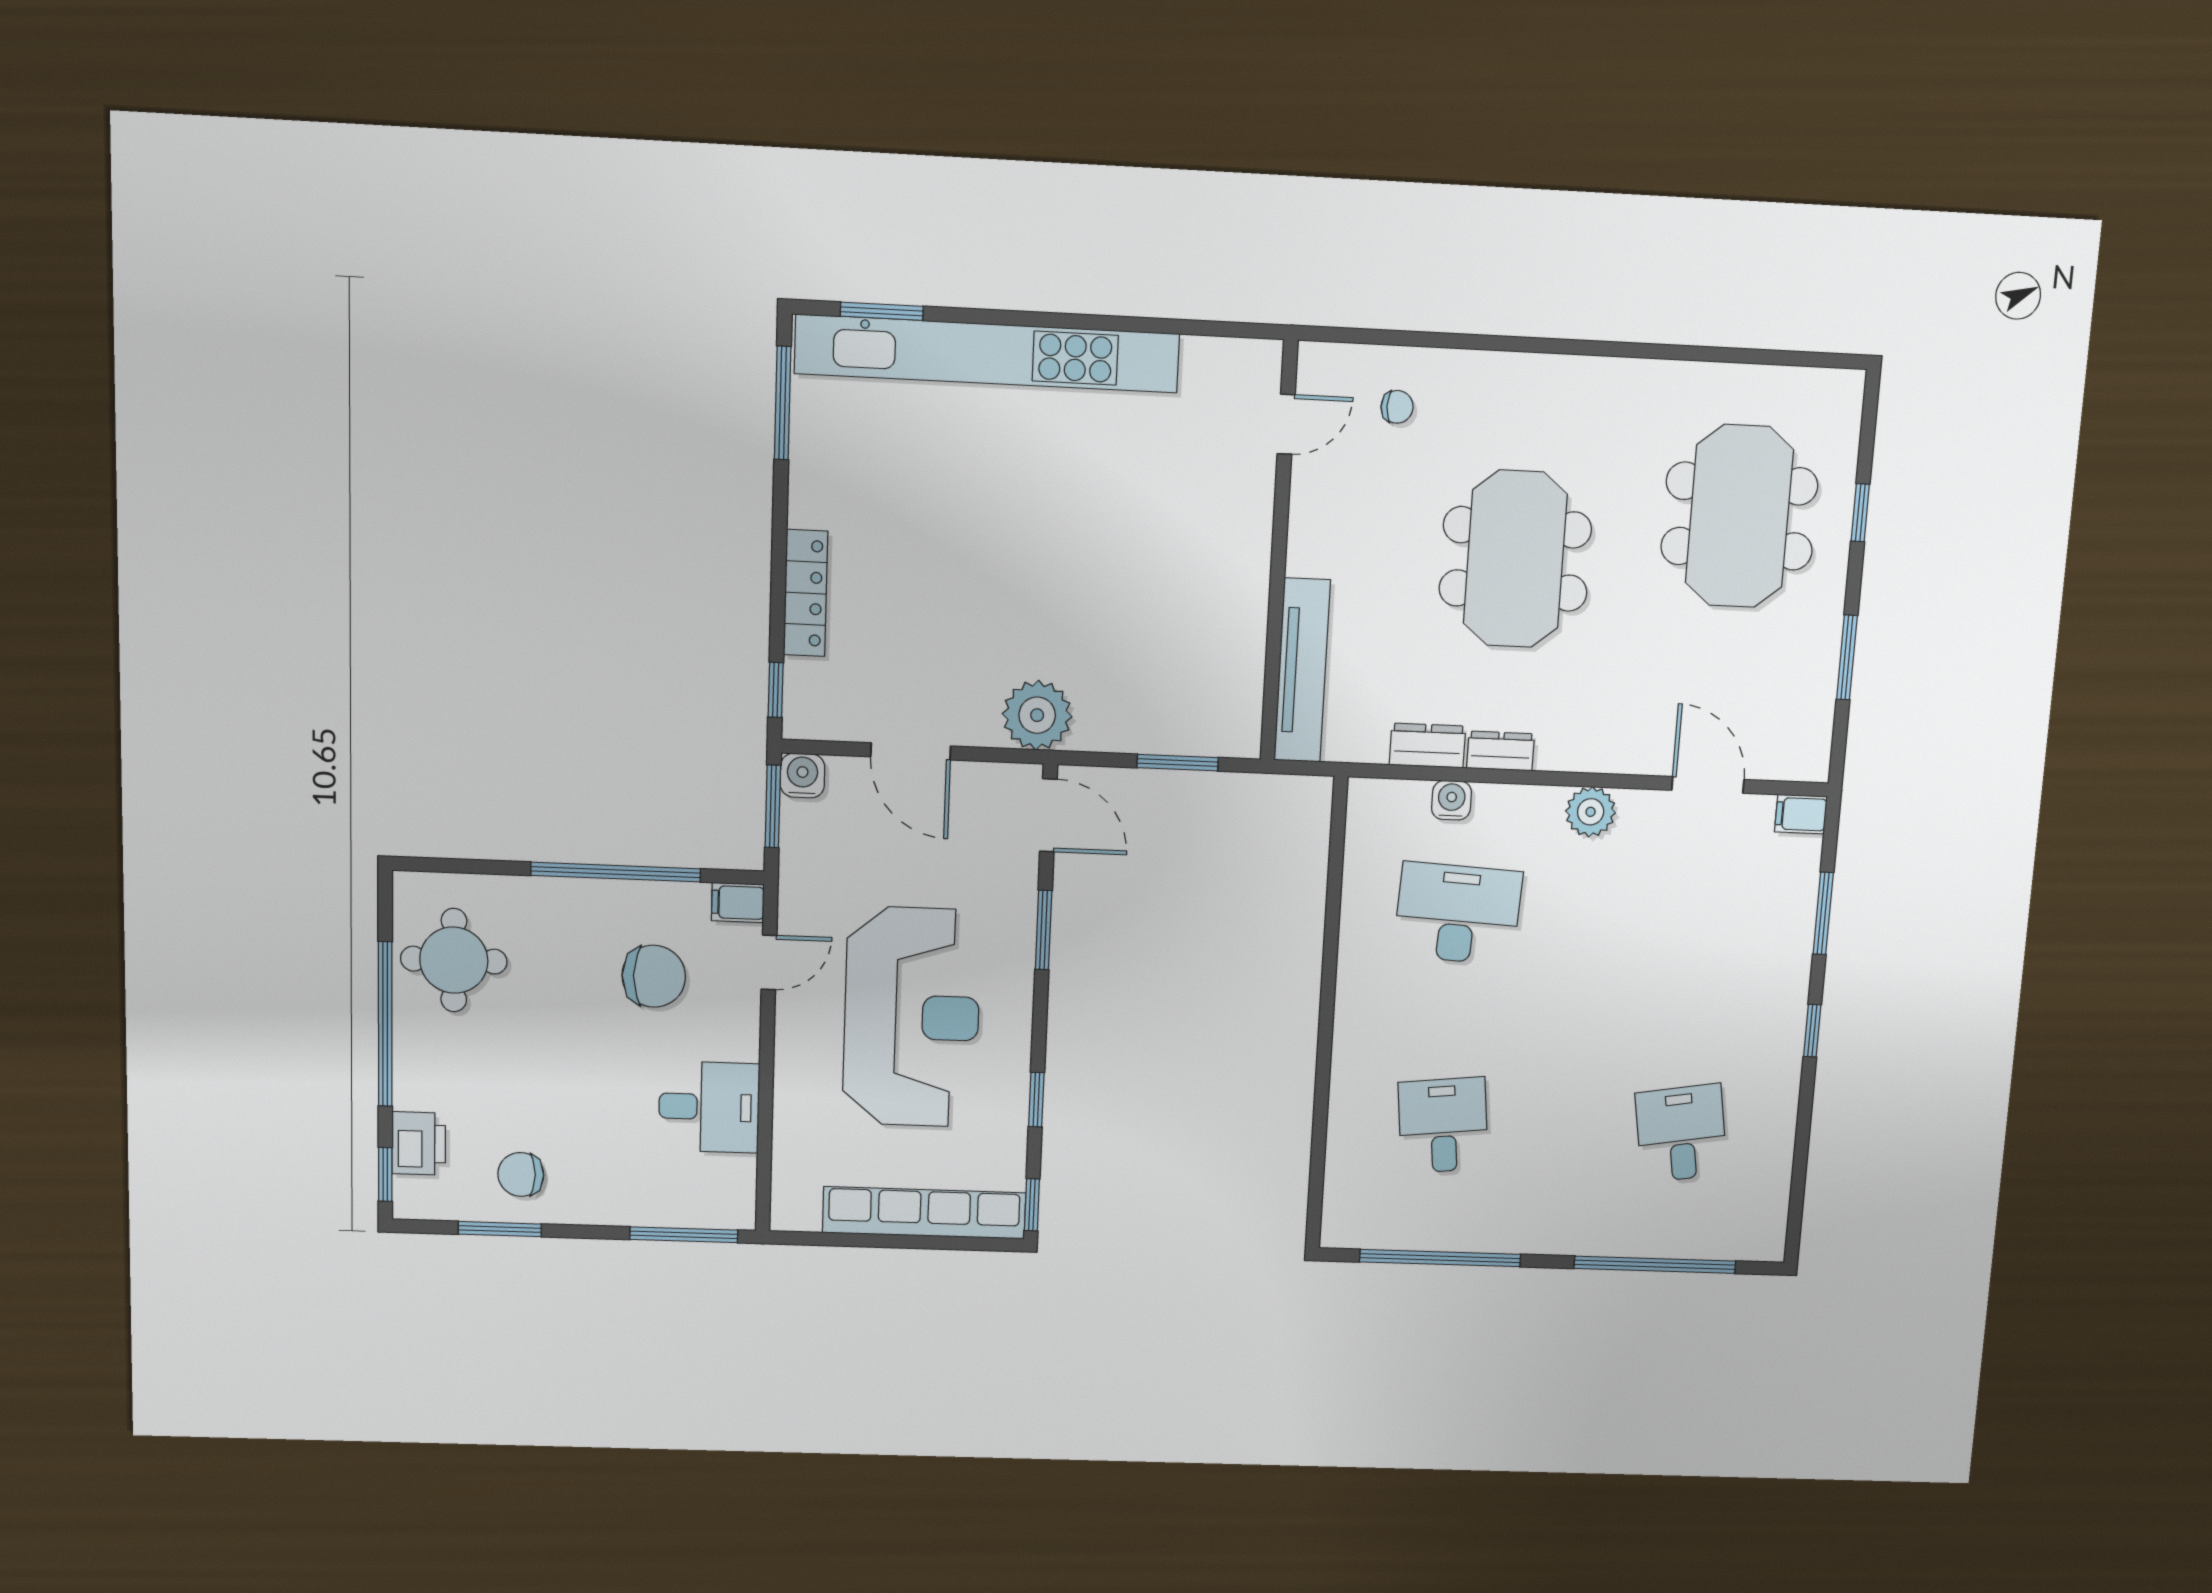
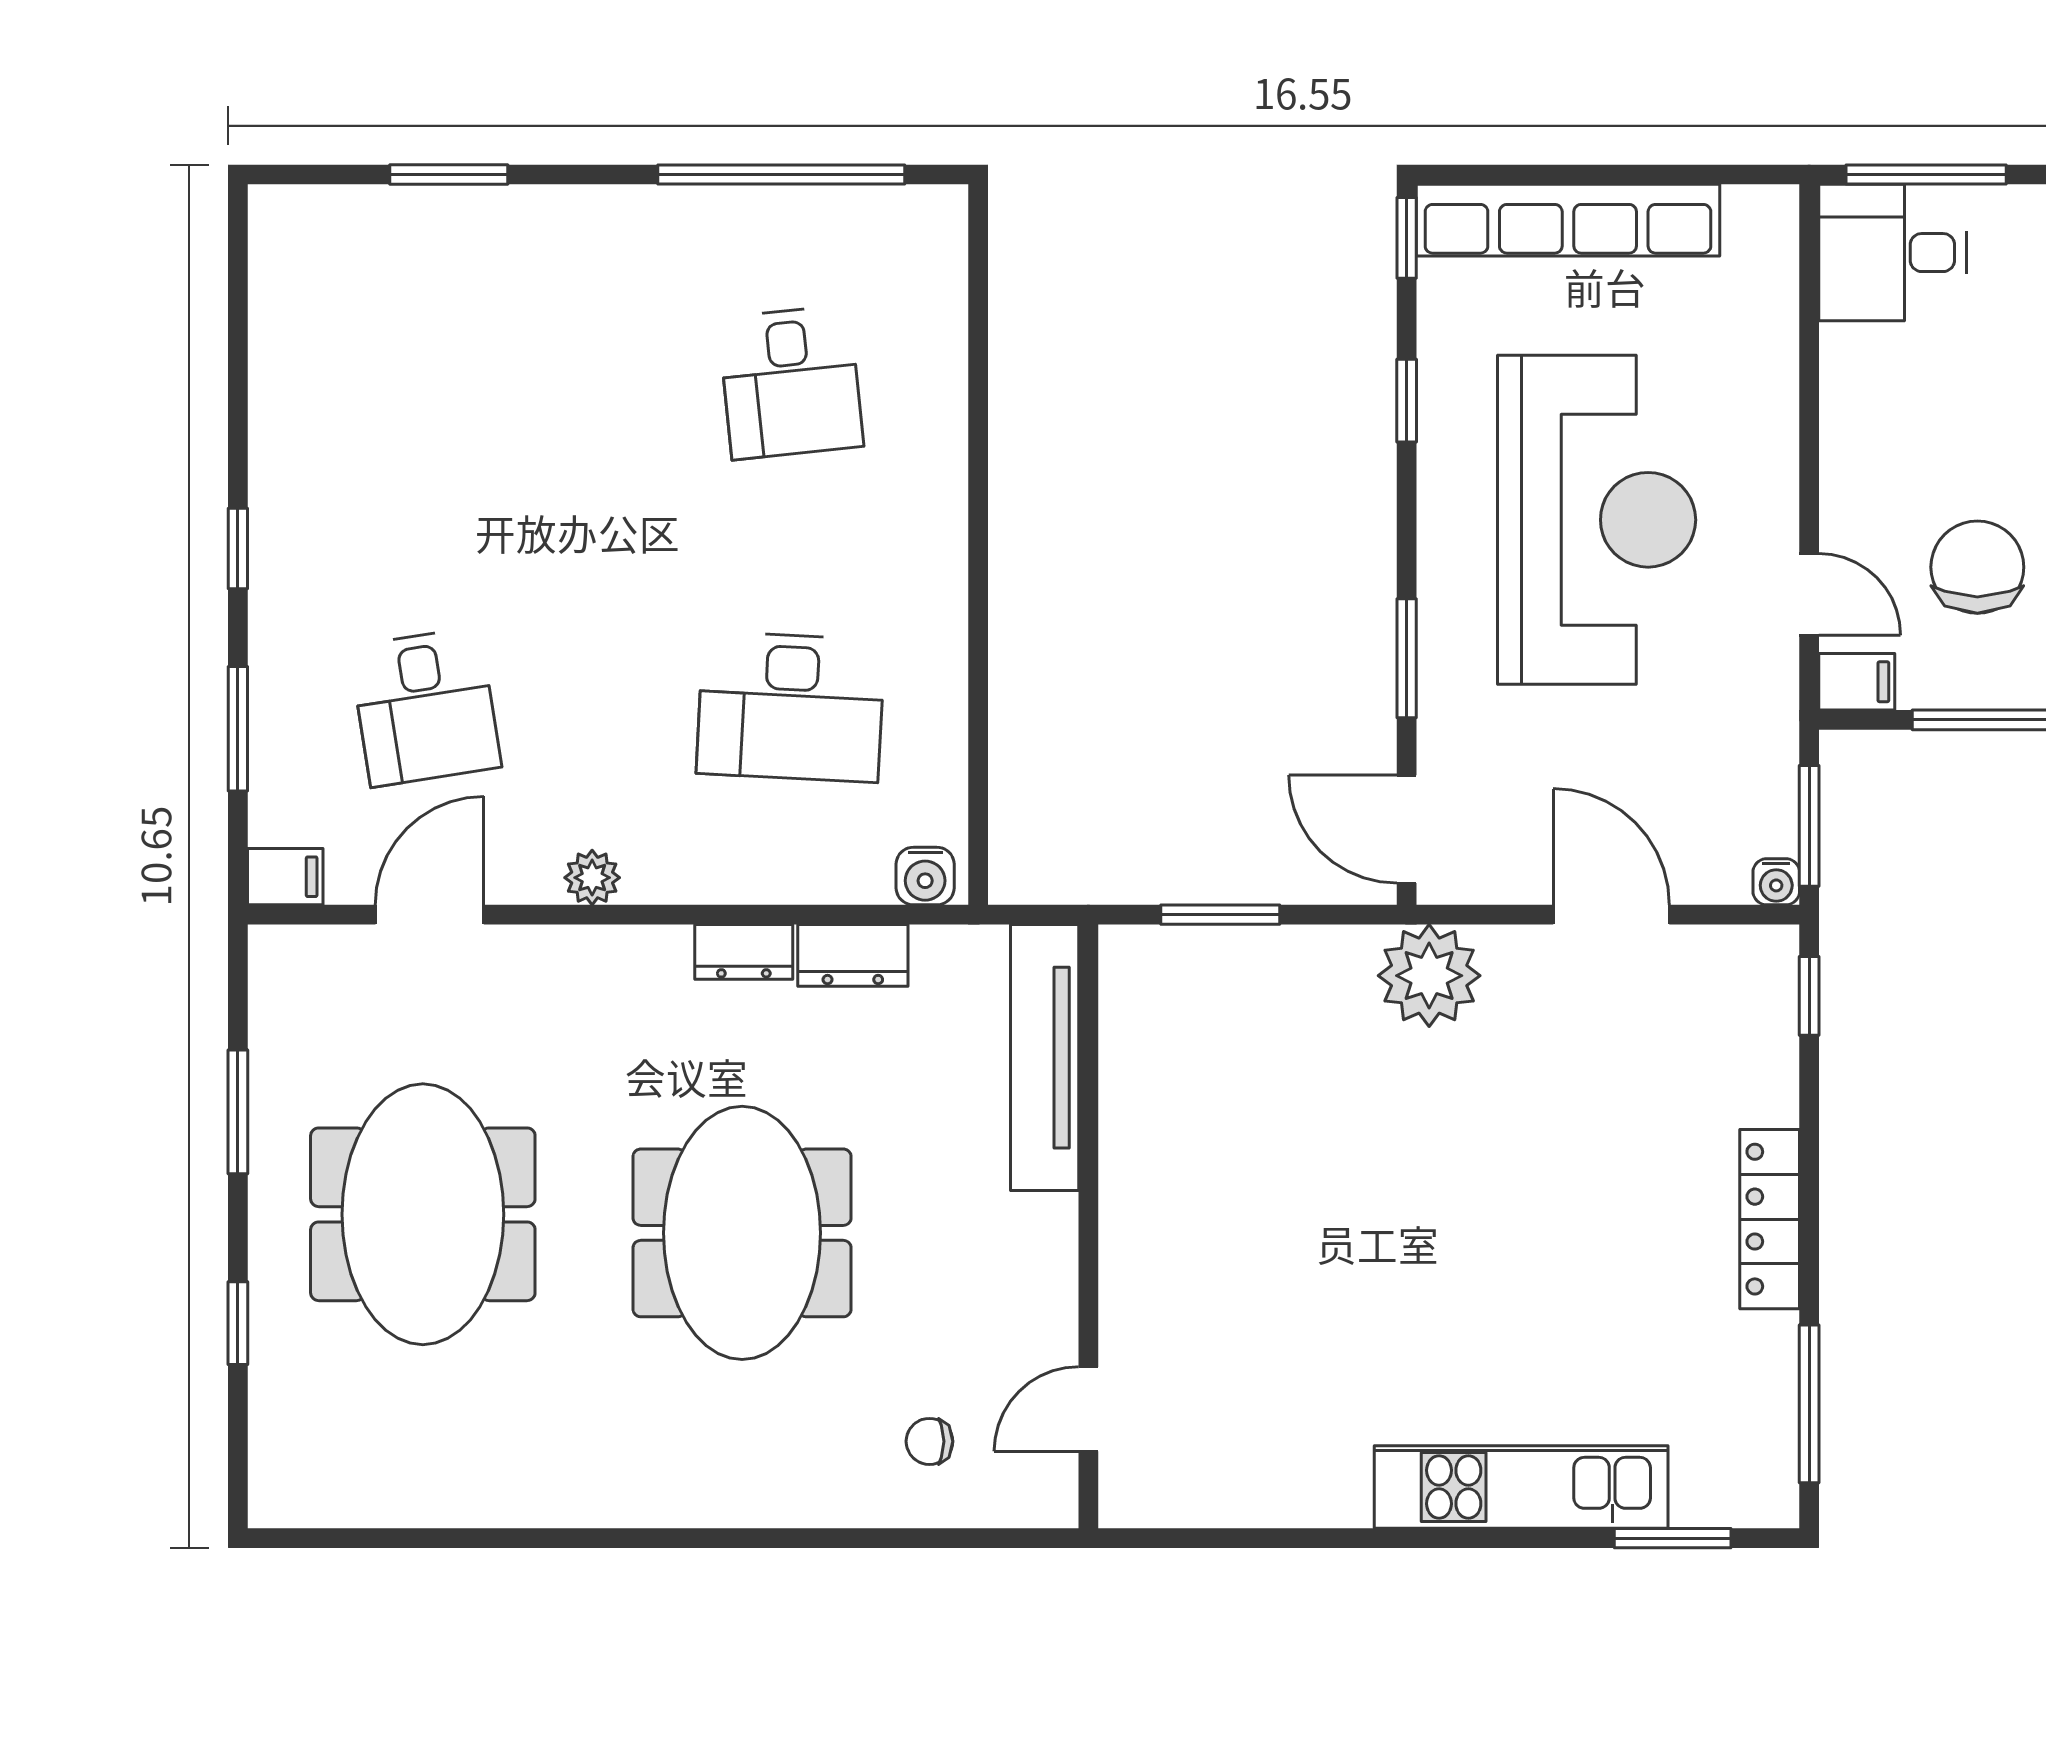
kitchen unit: (987, 354) -> (1521, 1487), width x0.54
meeting table: (1739, 516) -> (423, 1214), moved
locker: (806, 593) -> (1770, 1219), moved
water cooler: (802, 776) -> (1776, 882), width x0.72, depth x0.72
door: (1708, 785) -> (430, 915), swing flipped
water cooler: (1451, 800) -> (925, 876), moved
plant: (1591, 812) -> (592, 878), width x0.73, depth x0.73
door: (769, 962) -> (1809, 594), swing flipped
chair: (654, 976) -> (1977, 567), turned 90
reception desk: (912, 1017) -> (1597, 520), turned 180
desk: (709, 1107) -> (1893, 253), moved
desk: (1681, 1133) -> (425, 707), moved
window: (1655, 1265) -> (449, 174), width x0.47

